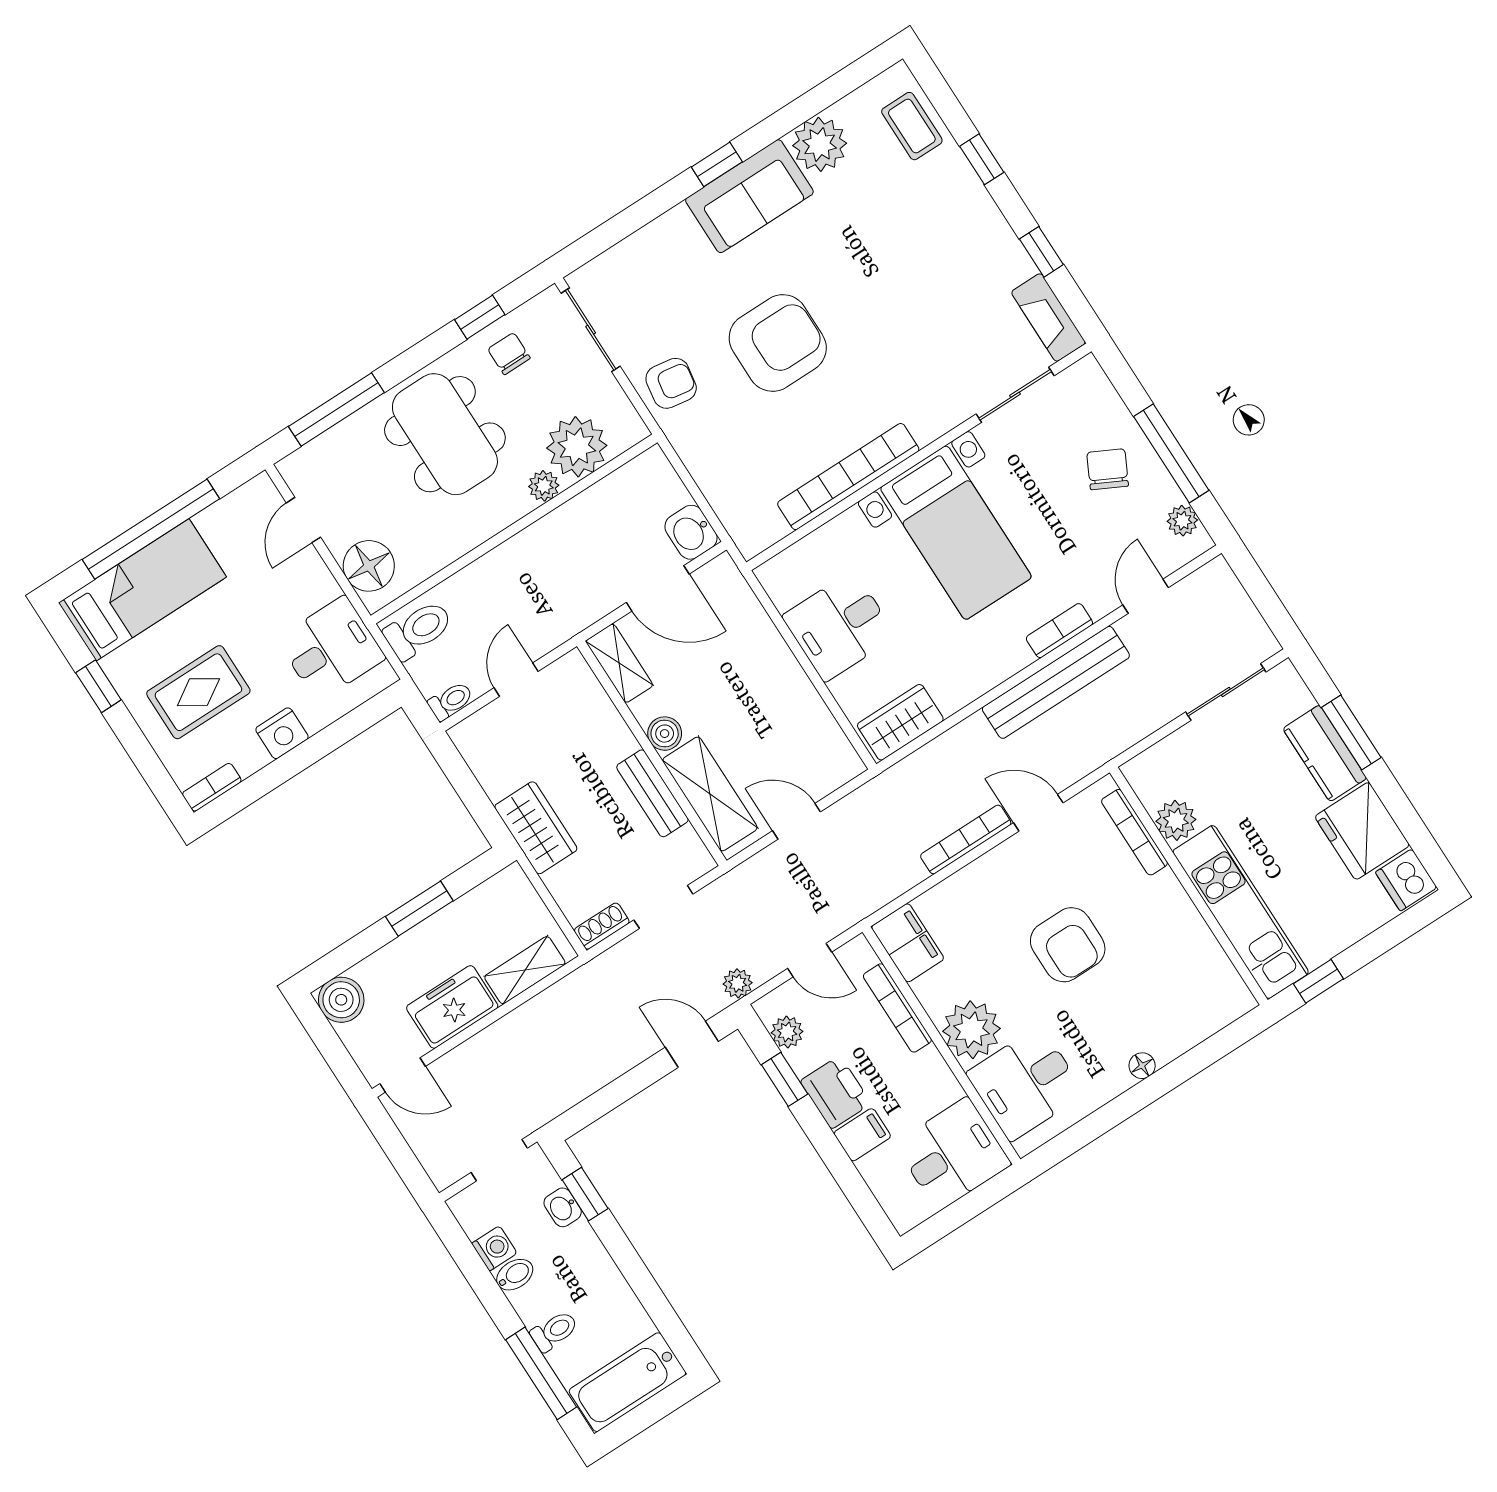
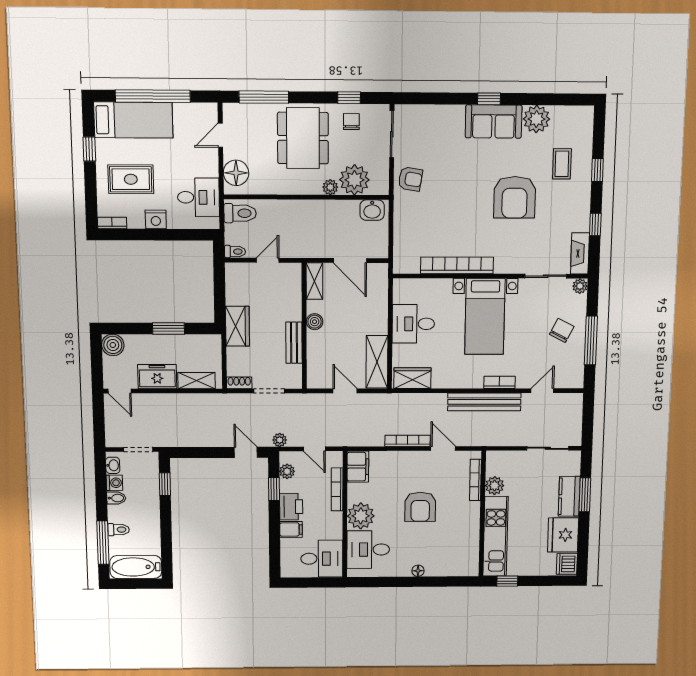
coffee table: (912, 126) -> (562, 164), moved
armchair: (778, 343) -> (515, 197), moved, turned 90
plant: (1182, 521) -> (580, 286), moved
washbasin: (691, 532) -> (372, 210), moved, turned -90
shelving: (710, 794) -> (377, 362), moved
washbasin: (563, 1207) -> (113, 465), moved, turned 180

